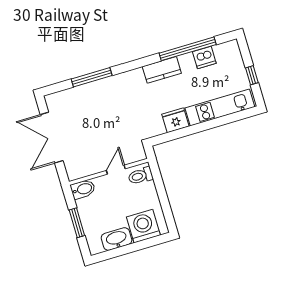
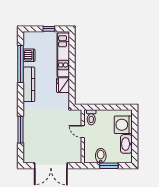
kitchen counter: (162, 70) -> (29, 84), width x1.50
bidet: (83, 189) -> (101, 156), moved

